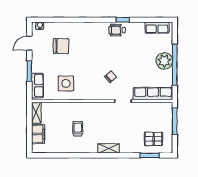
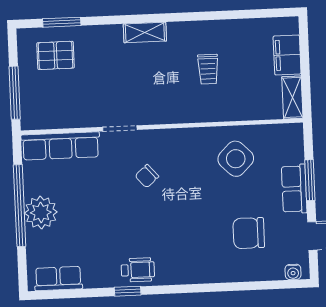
side table: (66, 83) -> (236, 159), turned 45
row of seats: (37, 86) -> (294, 189), moved

